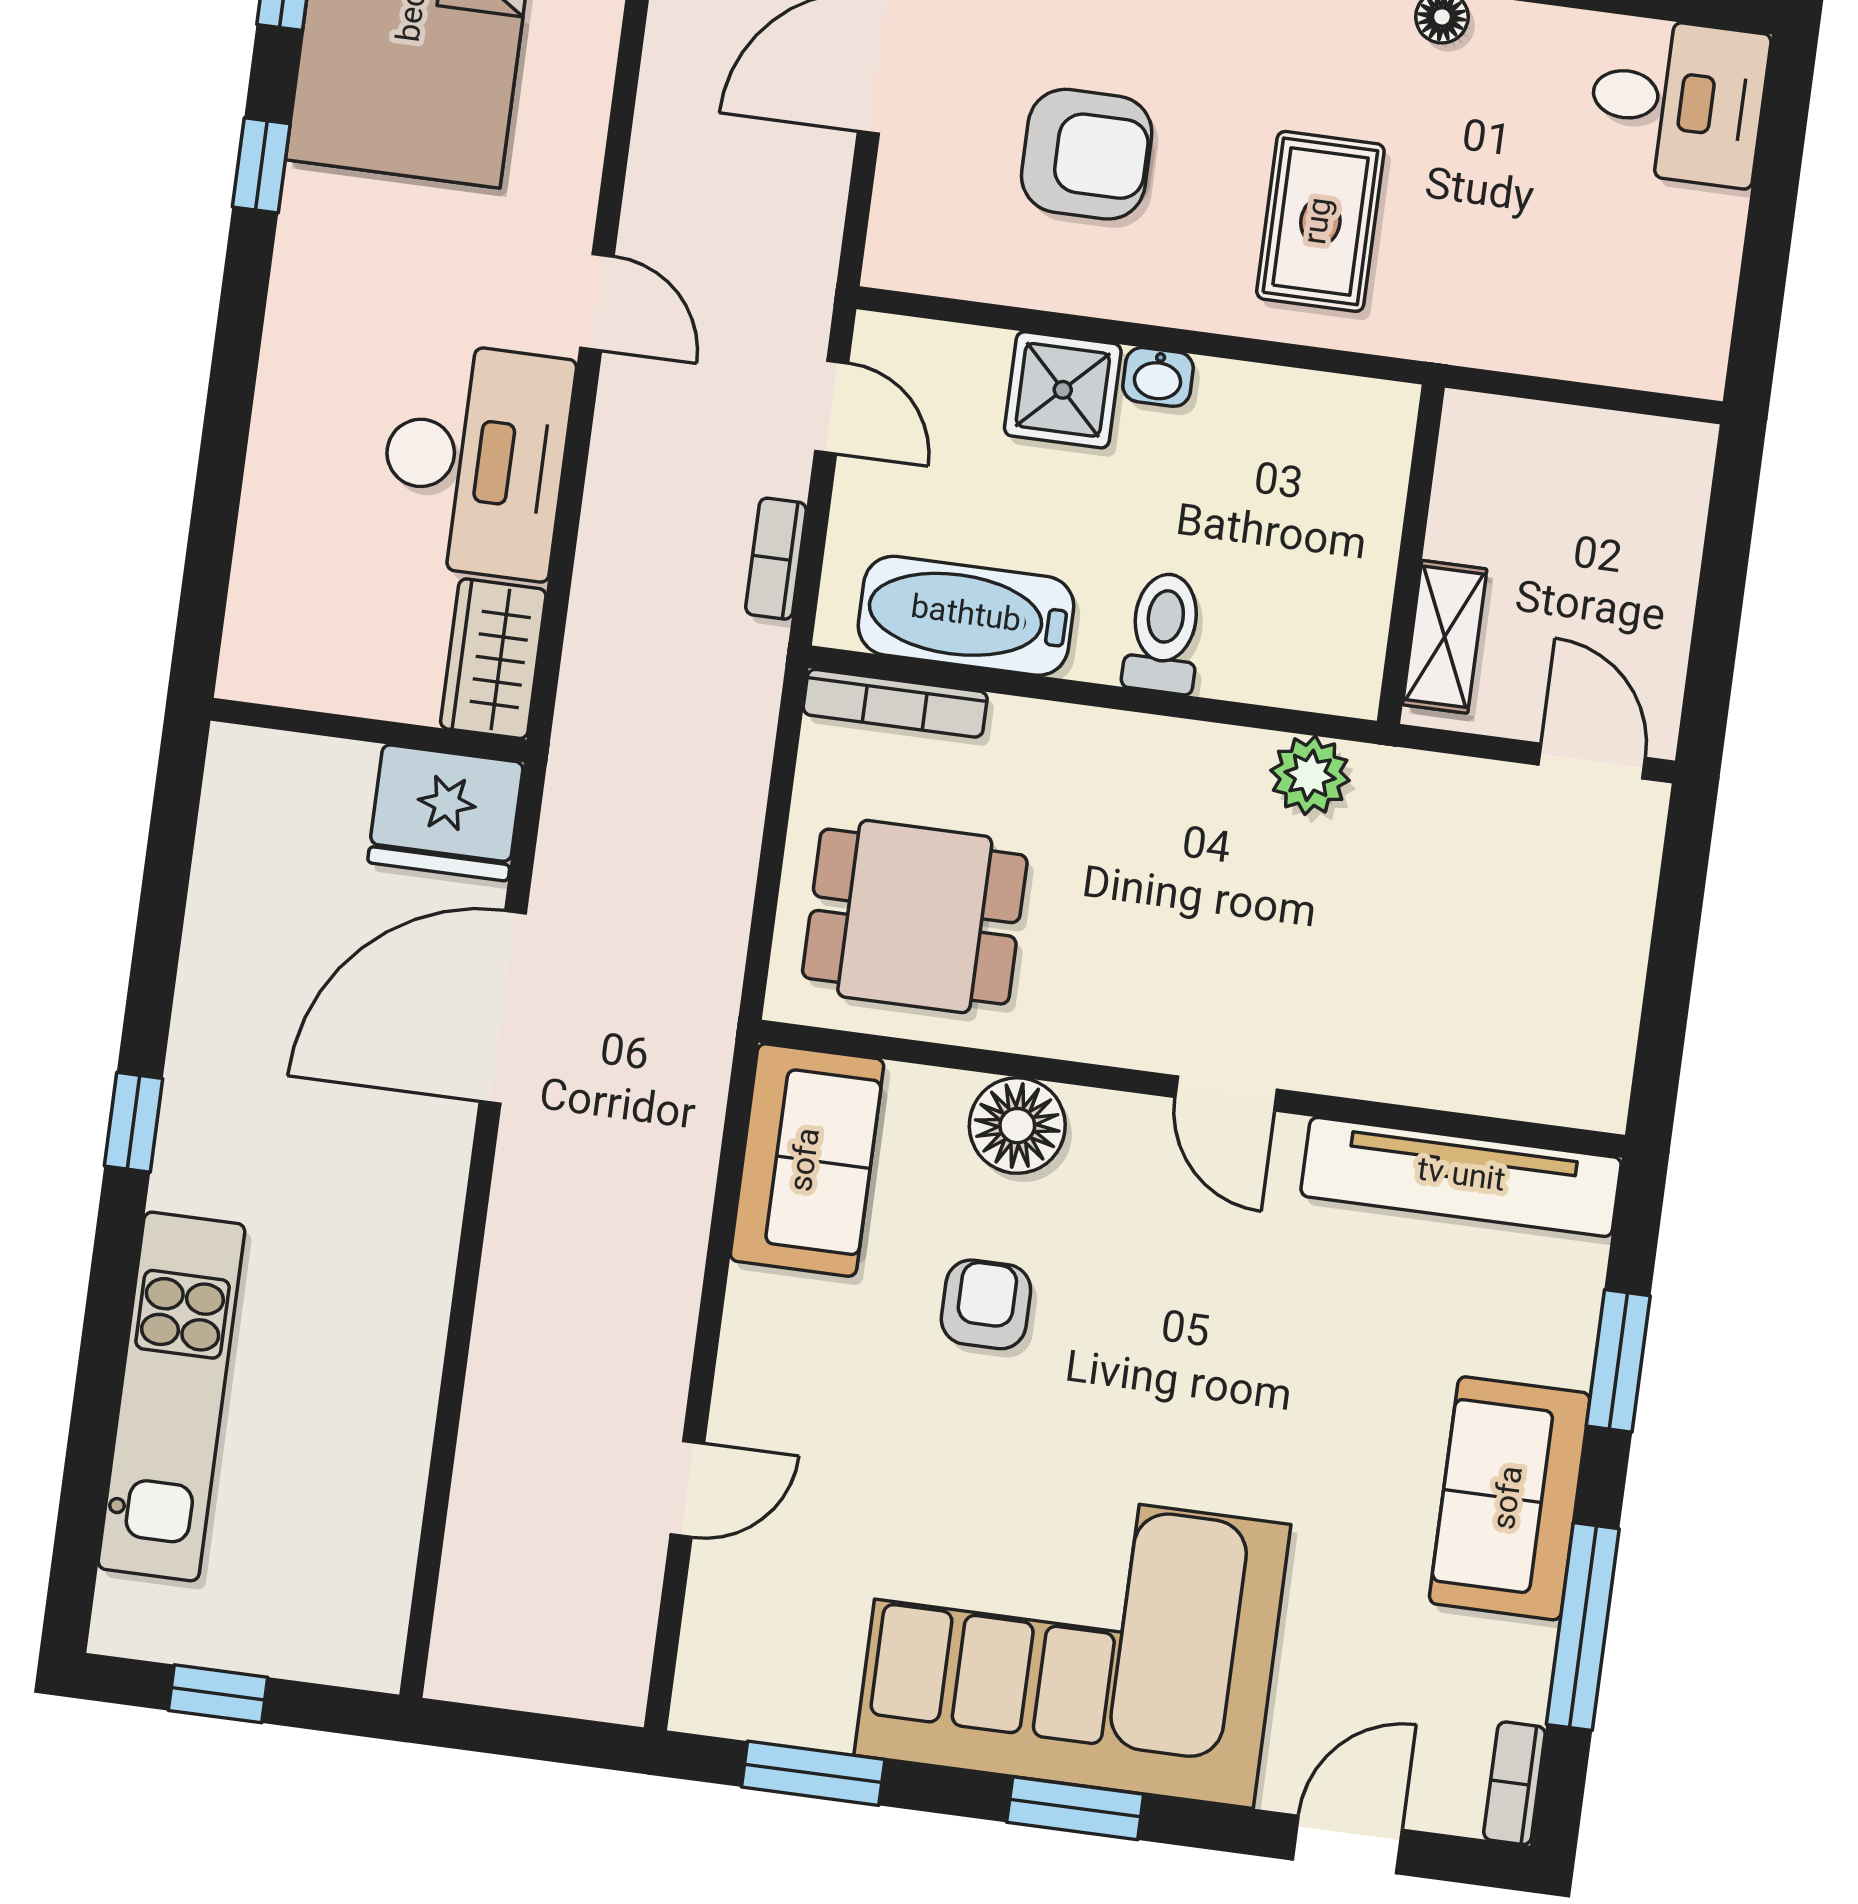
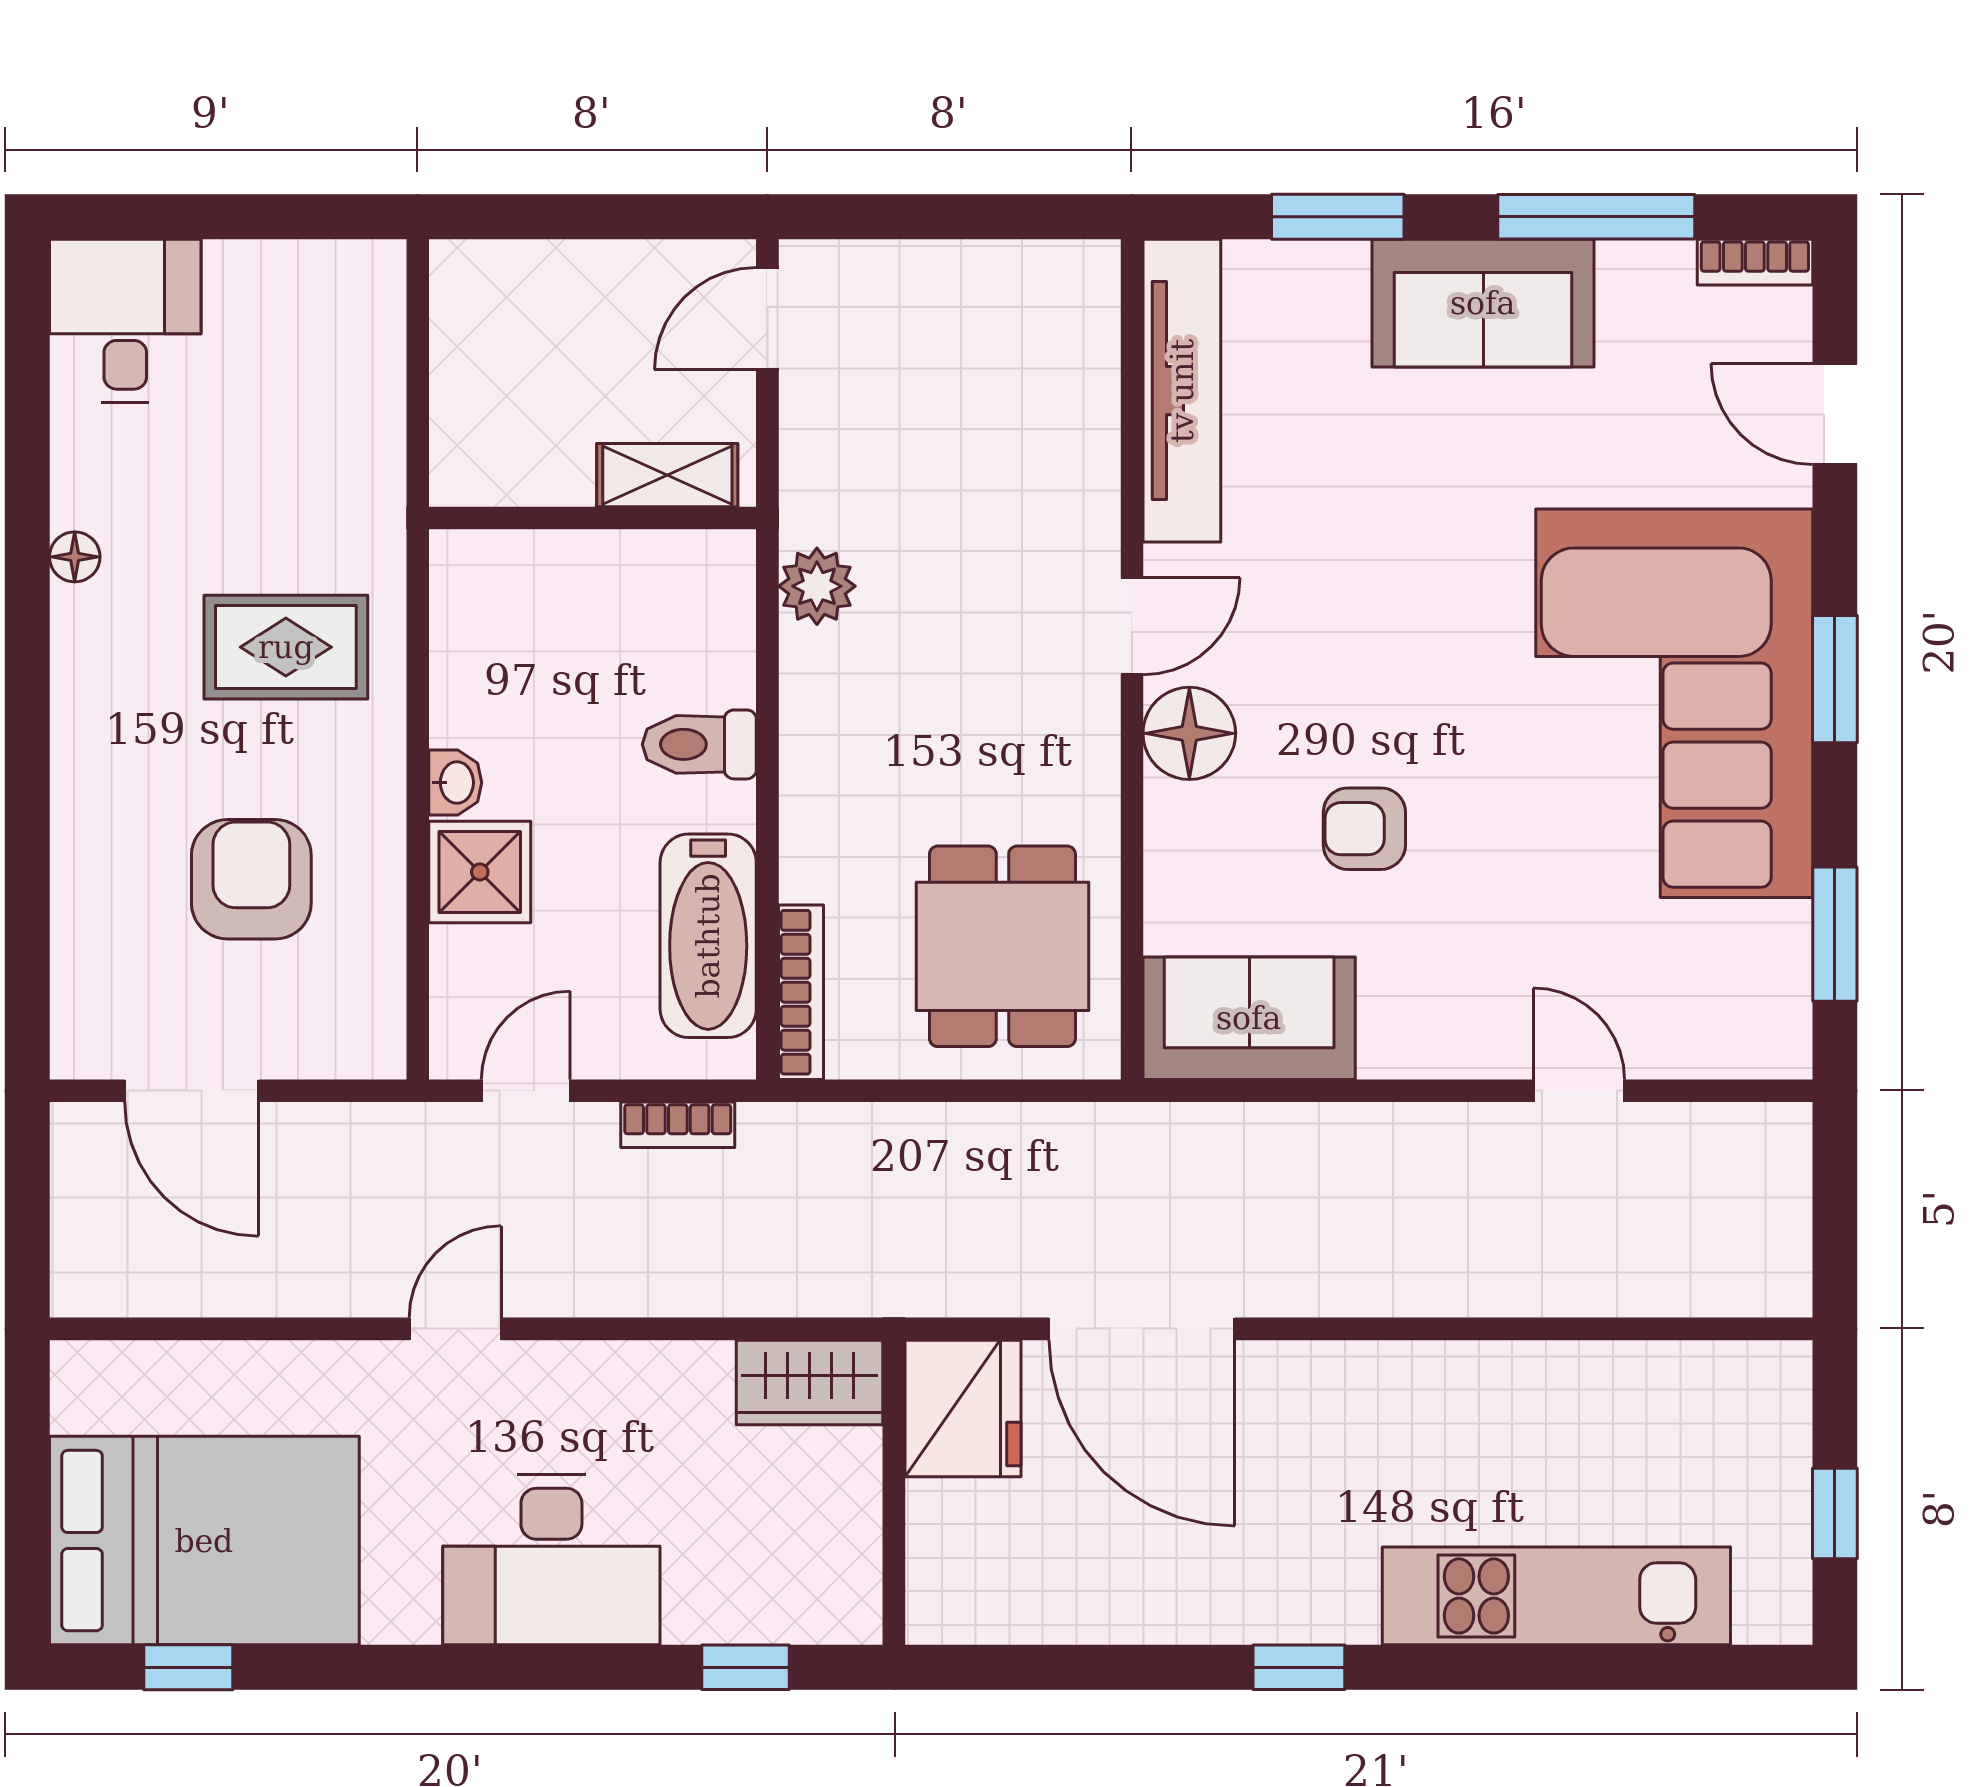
window: (261, 165) -> (745, 1667), moved
desk: (475, 460) -> (551, 1560), moved, turned 180
floor lamp: (1017, 1126) -> (1189, 733), moved

